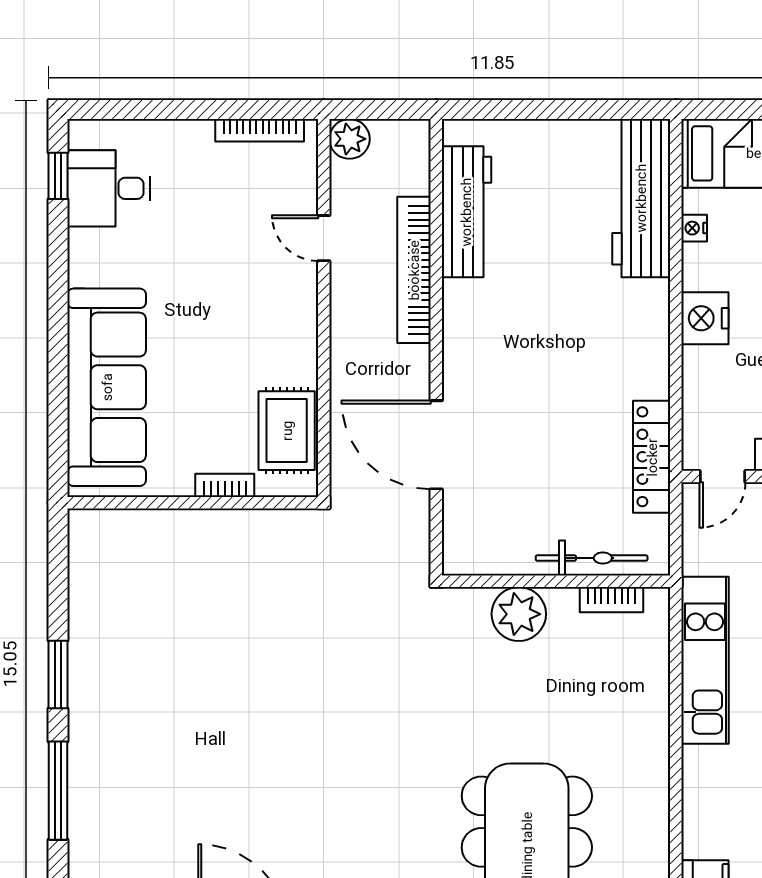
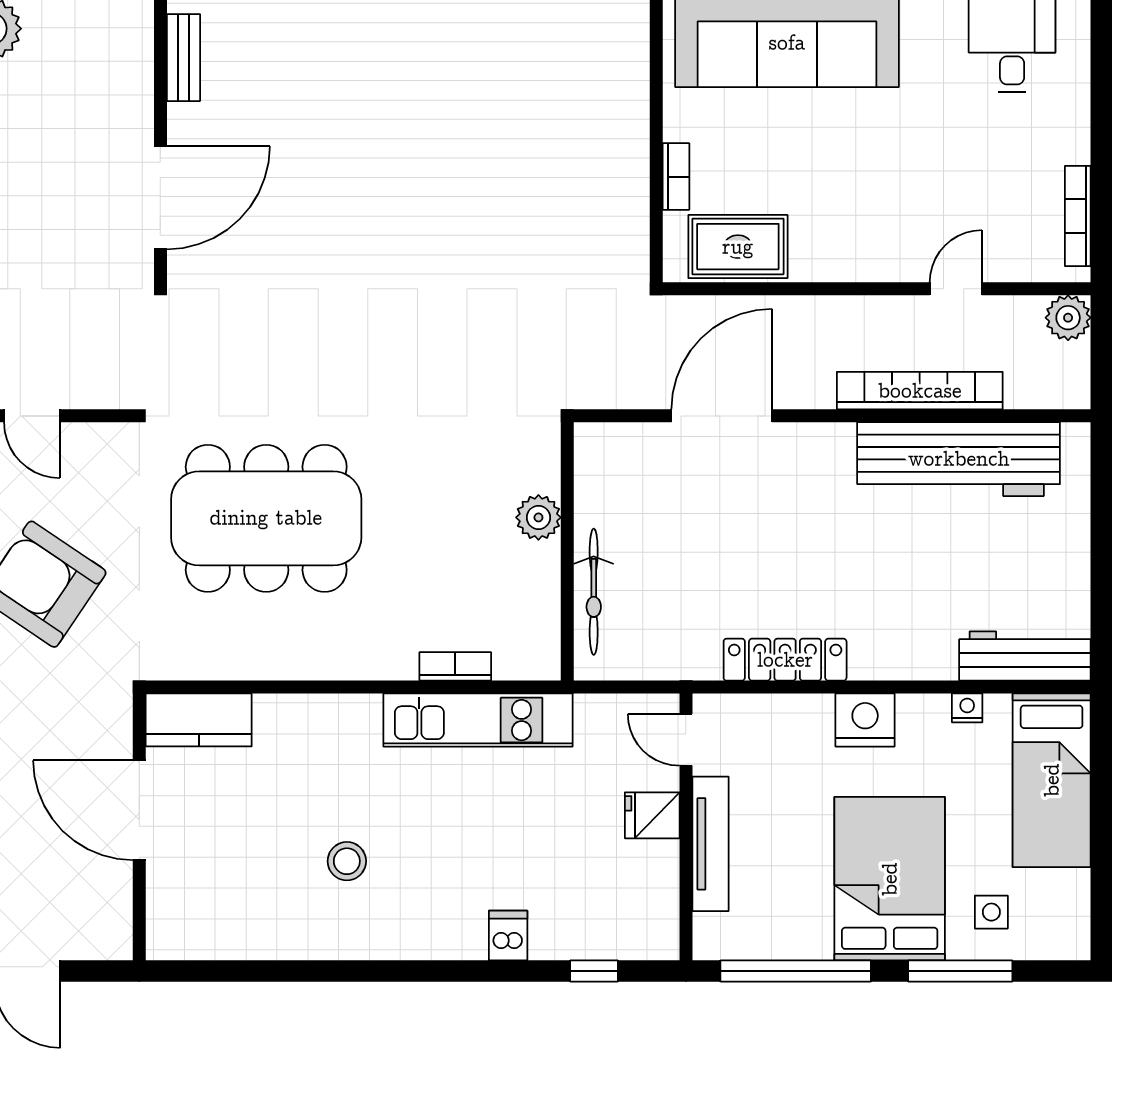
workbench: (641, 198) -> (1025, 656), width x0.73, depth x0.76
workbench: (466, 212) -> (959, 459), width x1.36, depth x1.32
locker: (652, 457) -> (785, 660), moved
bookcase: (612, 600) -> (455, 666), moved, turned 90
plant: (519, 614) -> (538, 517), width x0.73, depth x0.73

